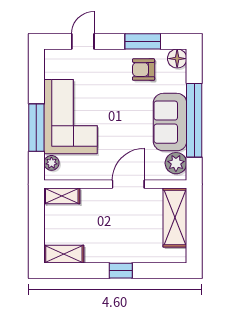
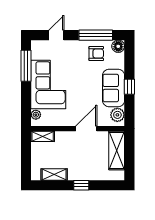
window: (143, 41) -> (96, 35), width x1.44
armchair: (144, 70) -> (96, 54), turned 180
window: (194, 120) -> (129, 87), width x0.32
window: (36, 128) -> (26, 66), moved
shelving: (64, 254) -> (54, 174), moved

